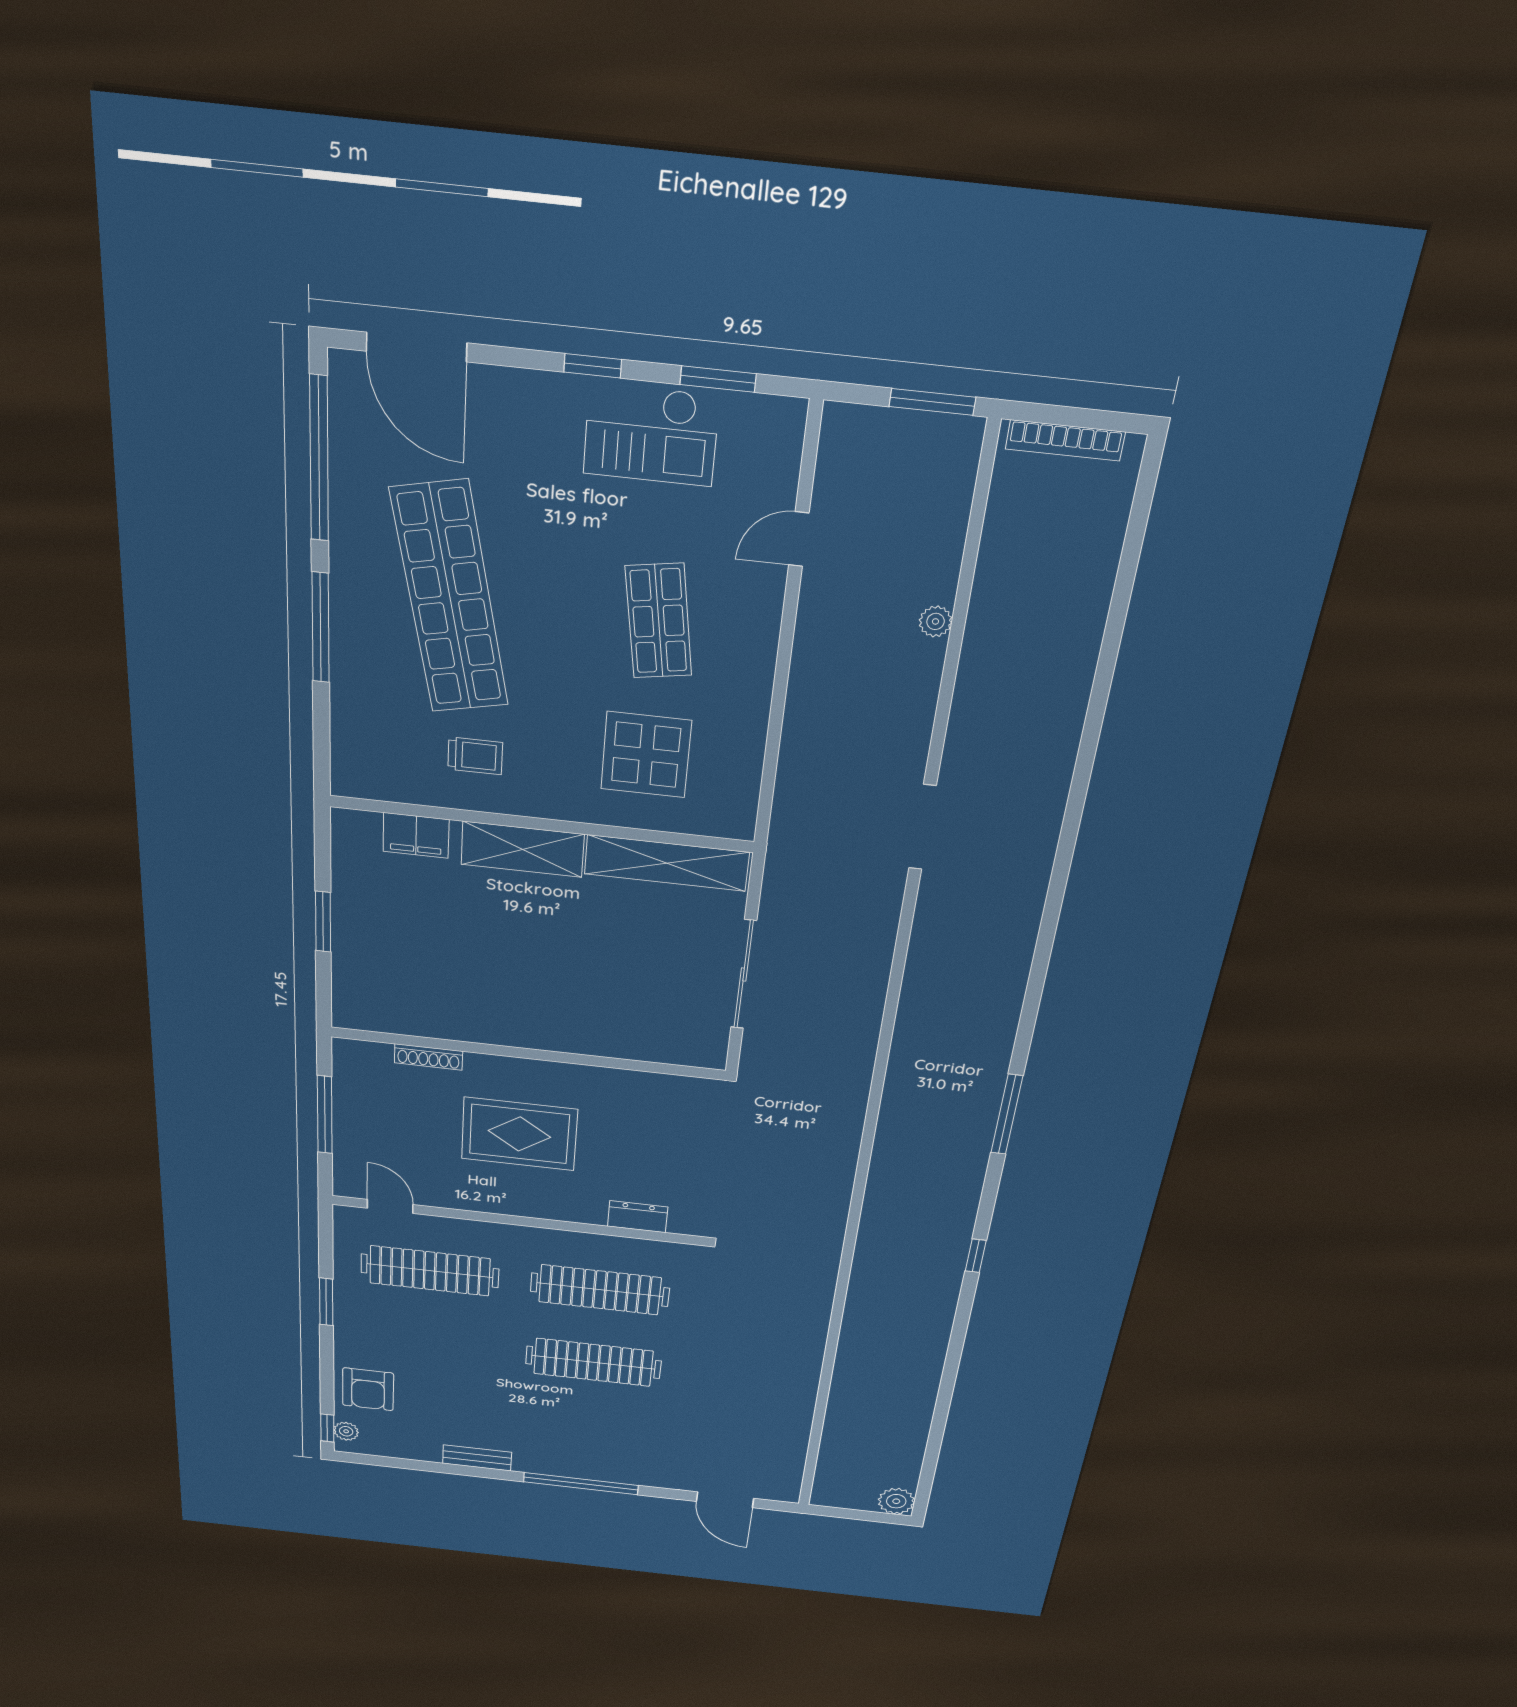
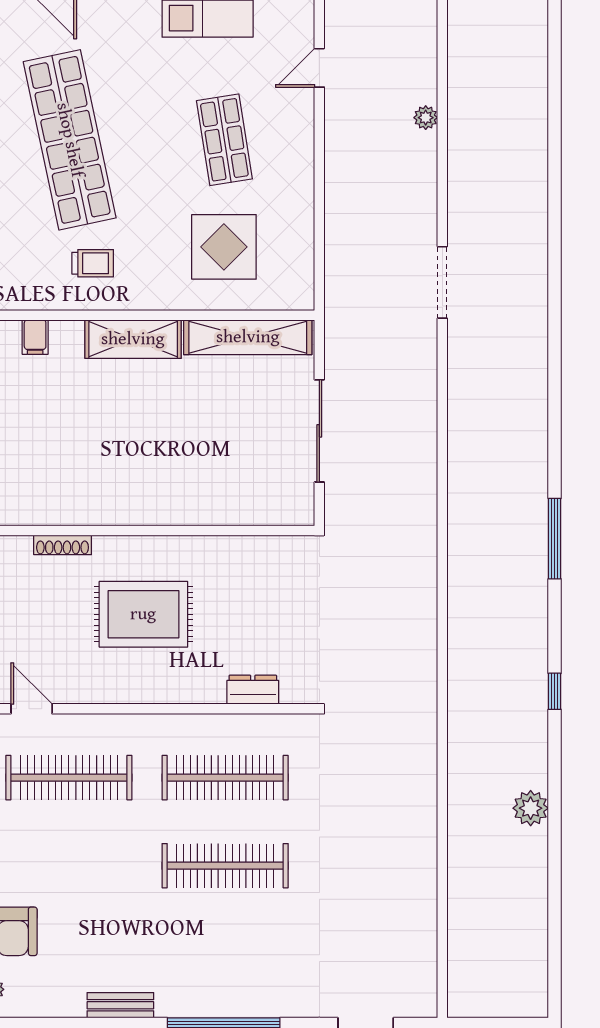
filing cabinet: (416, 835) -> (35, 337), width x0.50
plant: (896, 1501) -> (531, 808), moved

